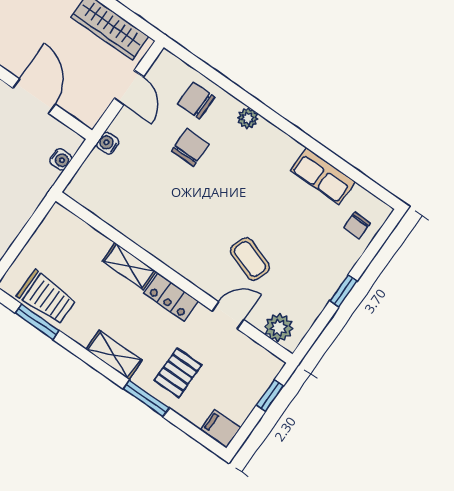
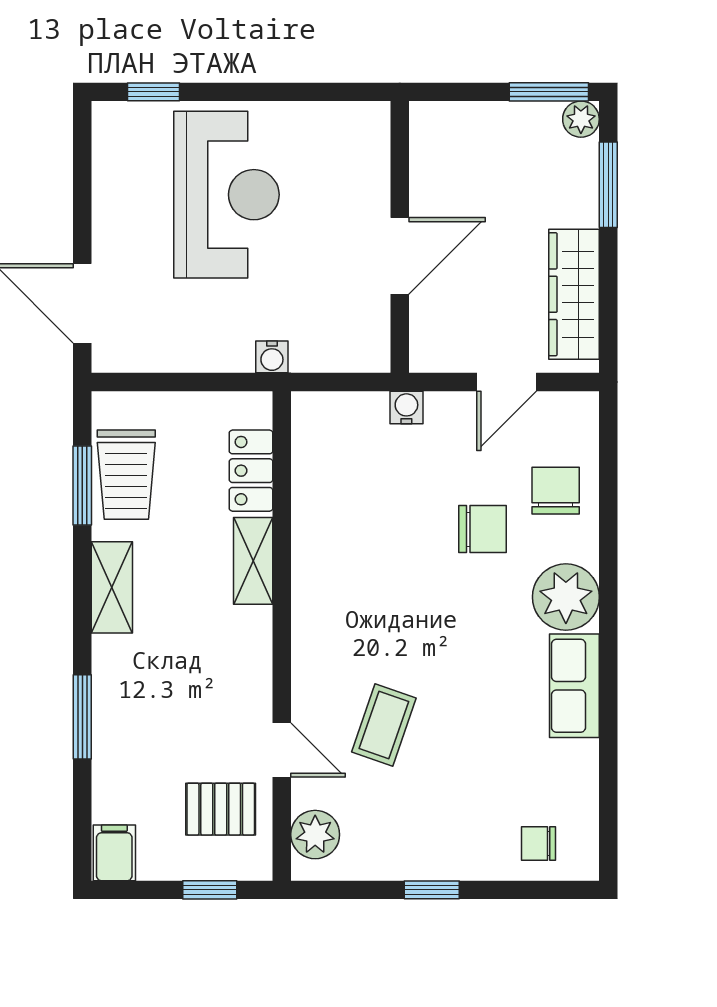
plant: (248, 118) -> (566, 597), width x1.88, depth x1.88
water cooler: (61, 159) -> (272, 357), moved
row of seats: (323, 176) -> (574, 686), moved
locker: (171, 297) -> (251, 471), moved
shelving: (114, 355) -> (112, 587), moved
pallet: (178, 373) -> (221, 809), moved

